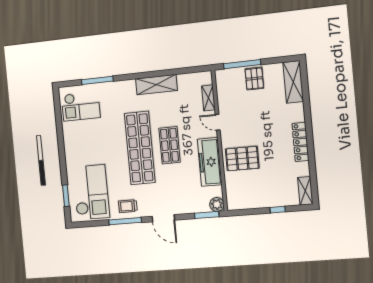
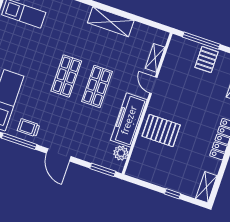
shop shelf: (140, 148) -> (66, 76), width x0.50, depth x0.74
plant: (217, 204) -> (121, 153), moved

